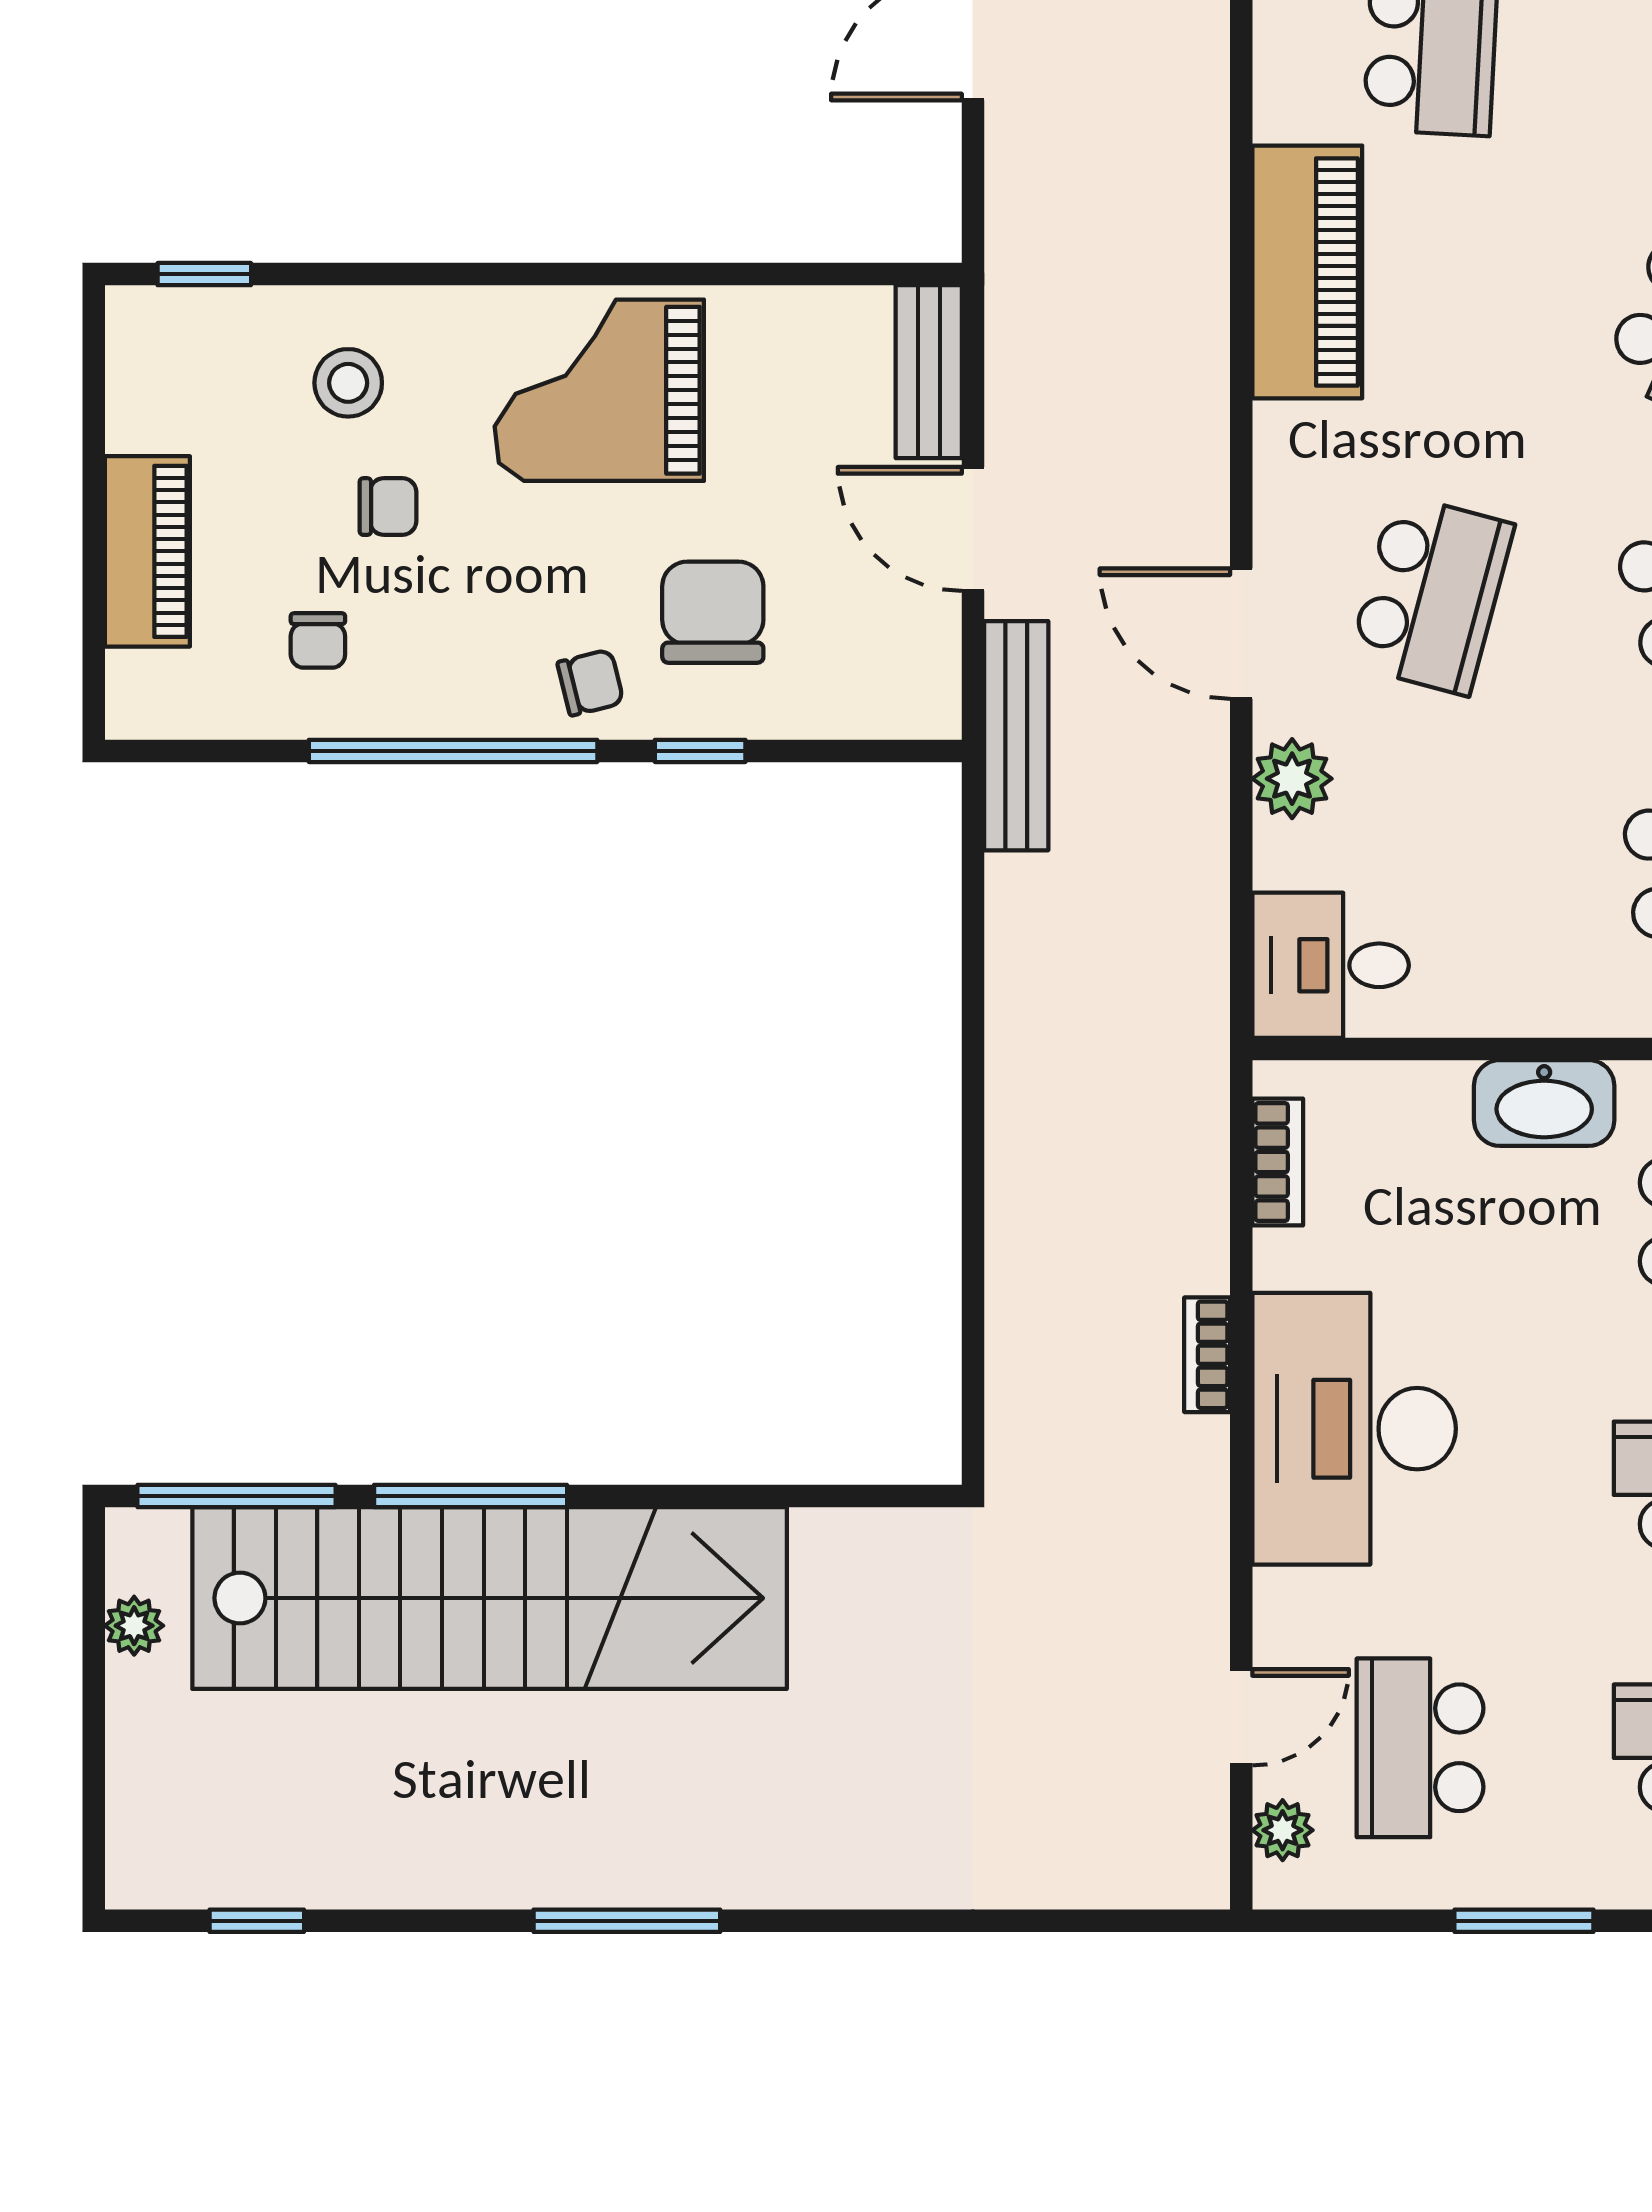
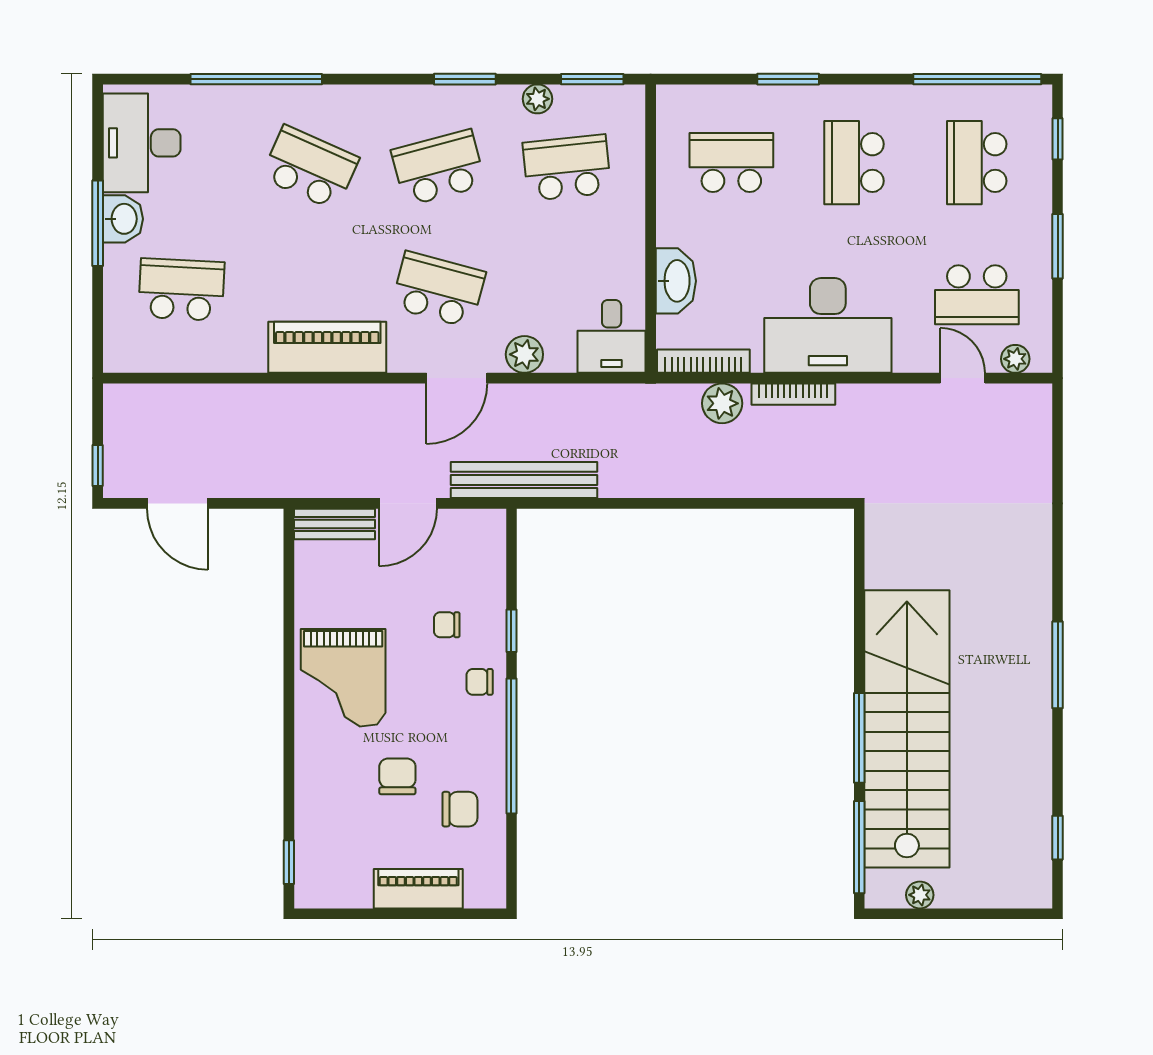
piano: (1307, 272) -> (327, 347), moved
stool: (348, 383) -> (340, 795), removed
chair: (388, 507) -> (397, 776), width x1.37, depth x1.37
chair: (713, 612) -> (447, 625), width x0.54, depth x0.54
chair: (318, 640) -> (460, 809), width x1.37, depth x1.37
chair: (590, 683) -> (480, 682), turned -76
bench: (1016, 736) -> (524, 480), width x1.37, depth x1.21
washbasin: (1544, 1103) -> (676, 281), moved
bookcase: (1278, 1162) -> (703, 361), width x1.56
plant: (1187, 1202) -> (722, 403), added
bookcase: (1207, 1355) -> (793, 394), width x1.56

